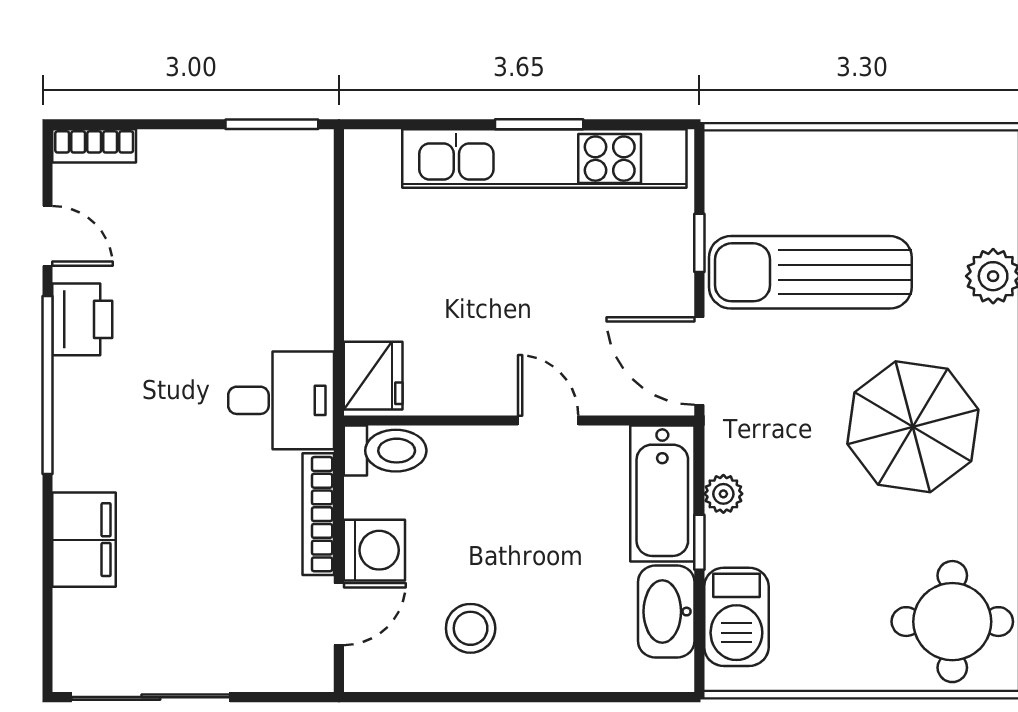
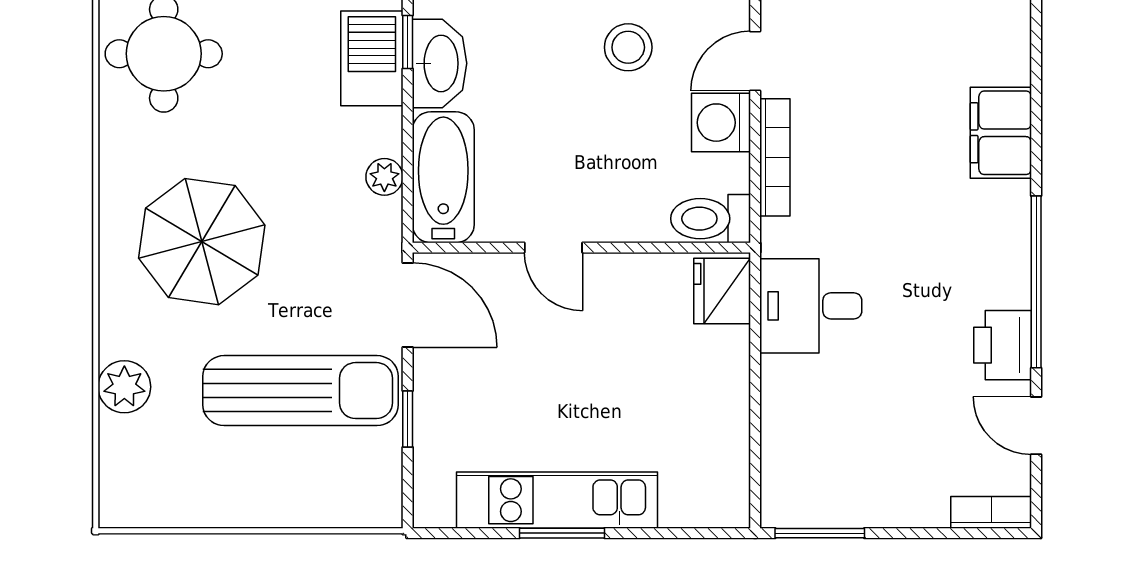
kitchen unit: (544, 159) -> (557, 500), width x0.73
desk: (281, 400) -> (811, 306), moved
window: (699, 542) -> (408, 42), moved

